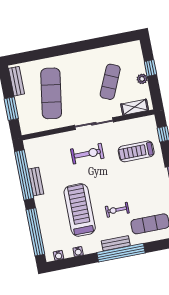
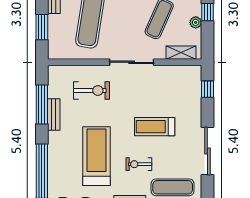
treadmill: (136, 151) -> (155, 127), moved
exercise bike: (87, 154) -> (91, 91), moved
window: (24, 175) -> (42, 104), width x0.68

